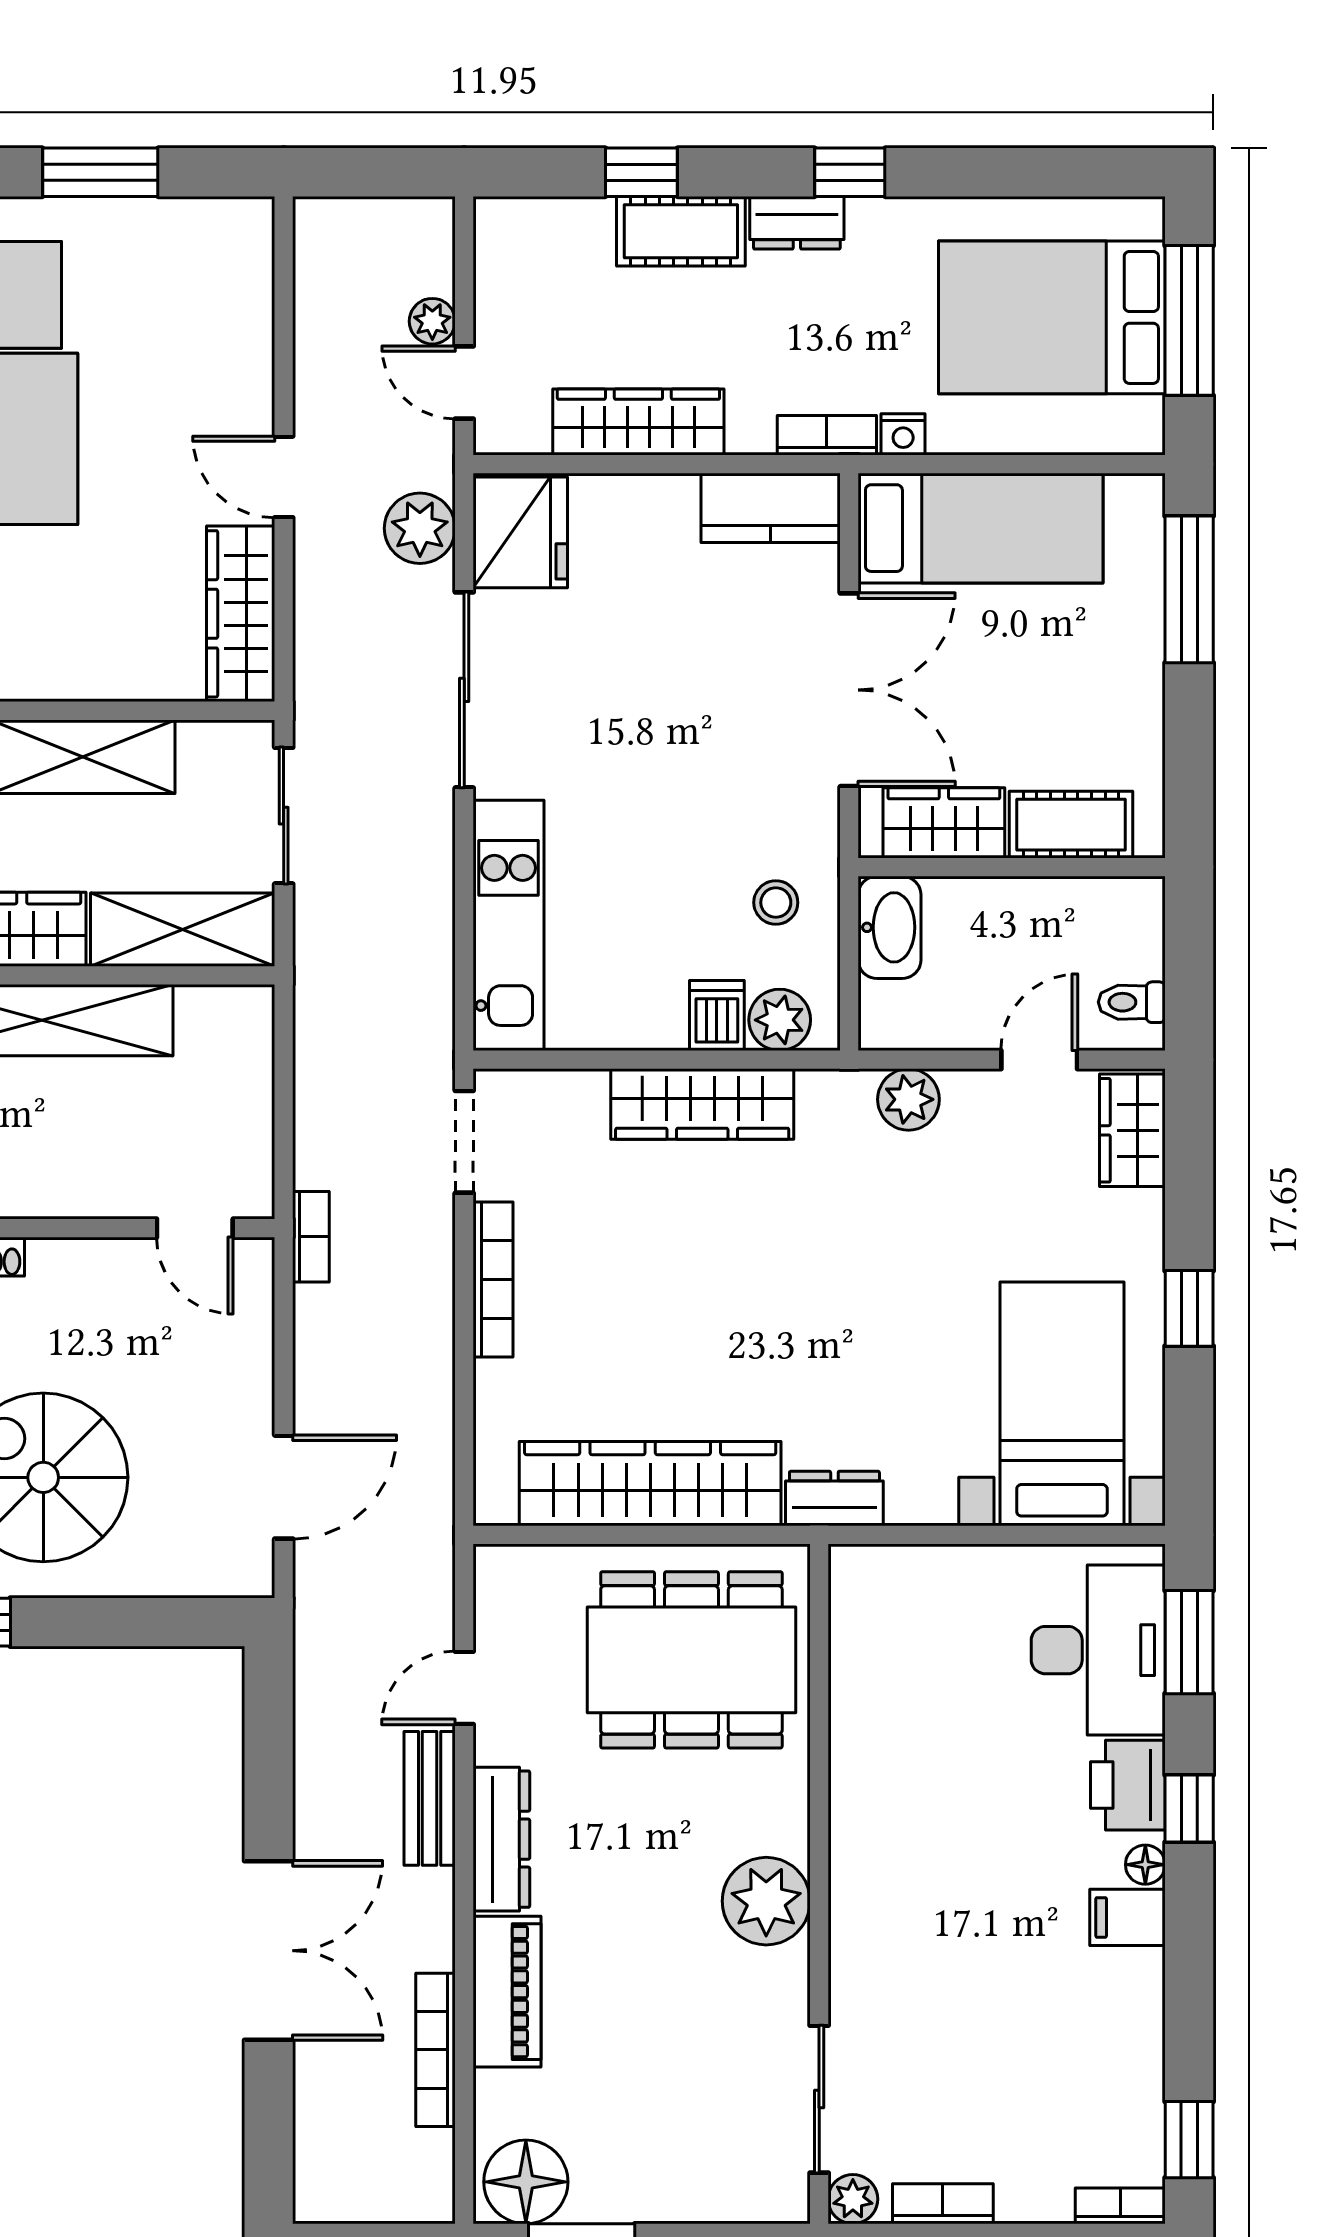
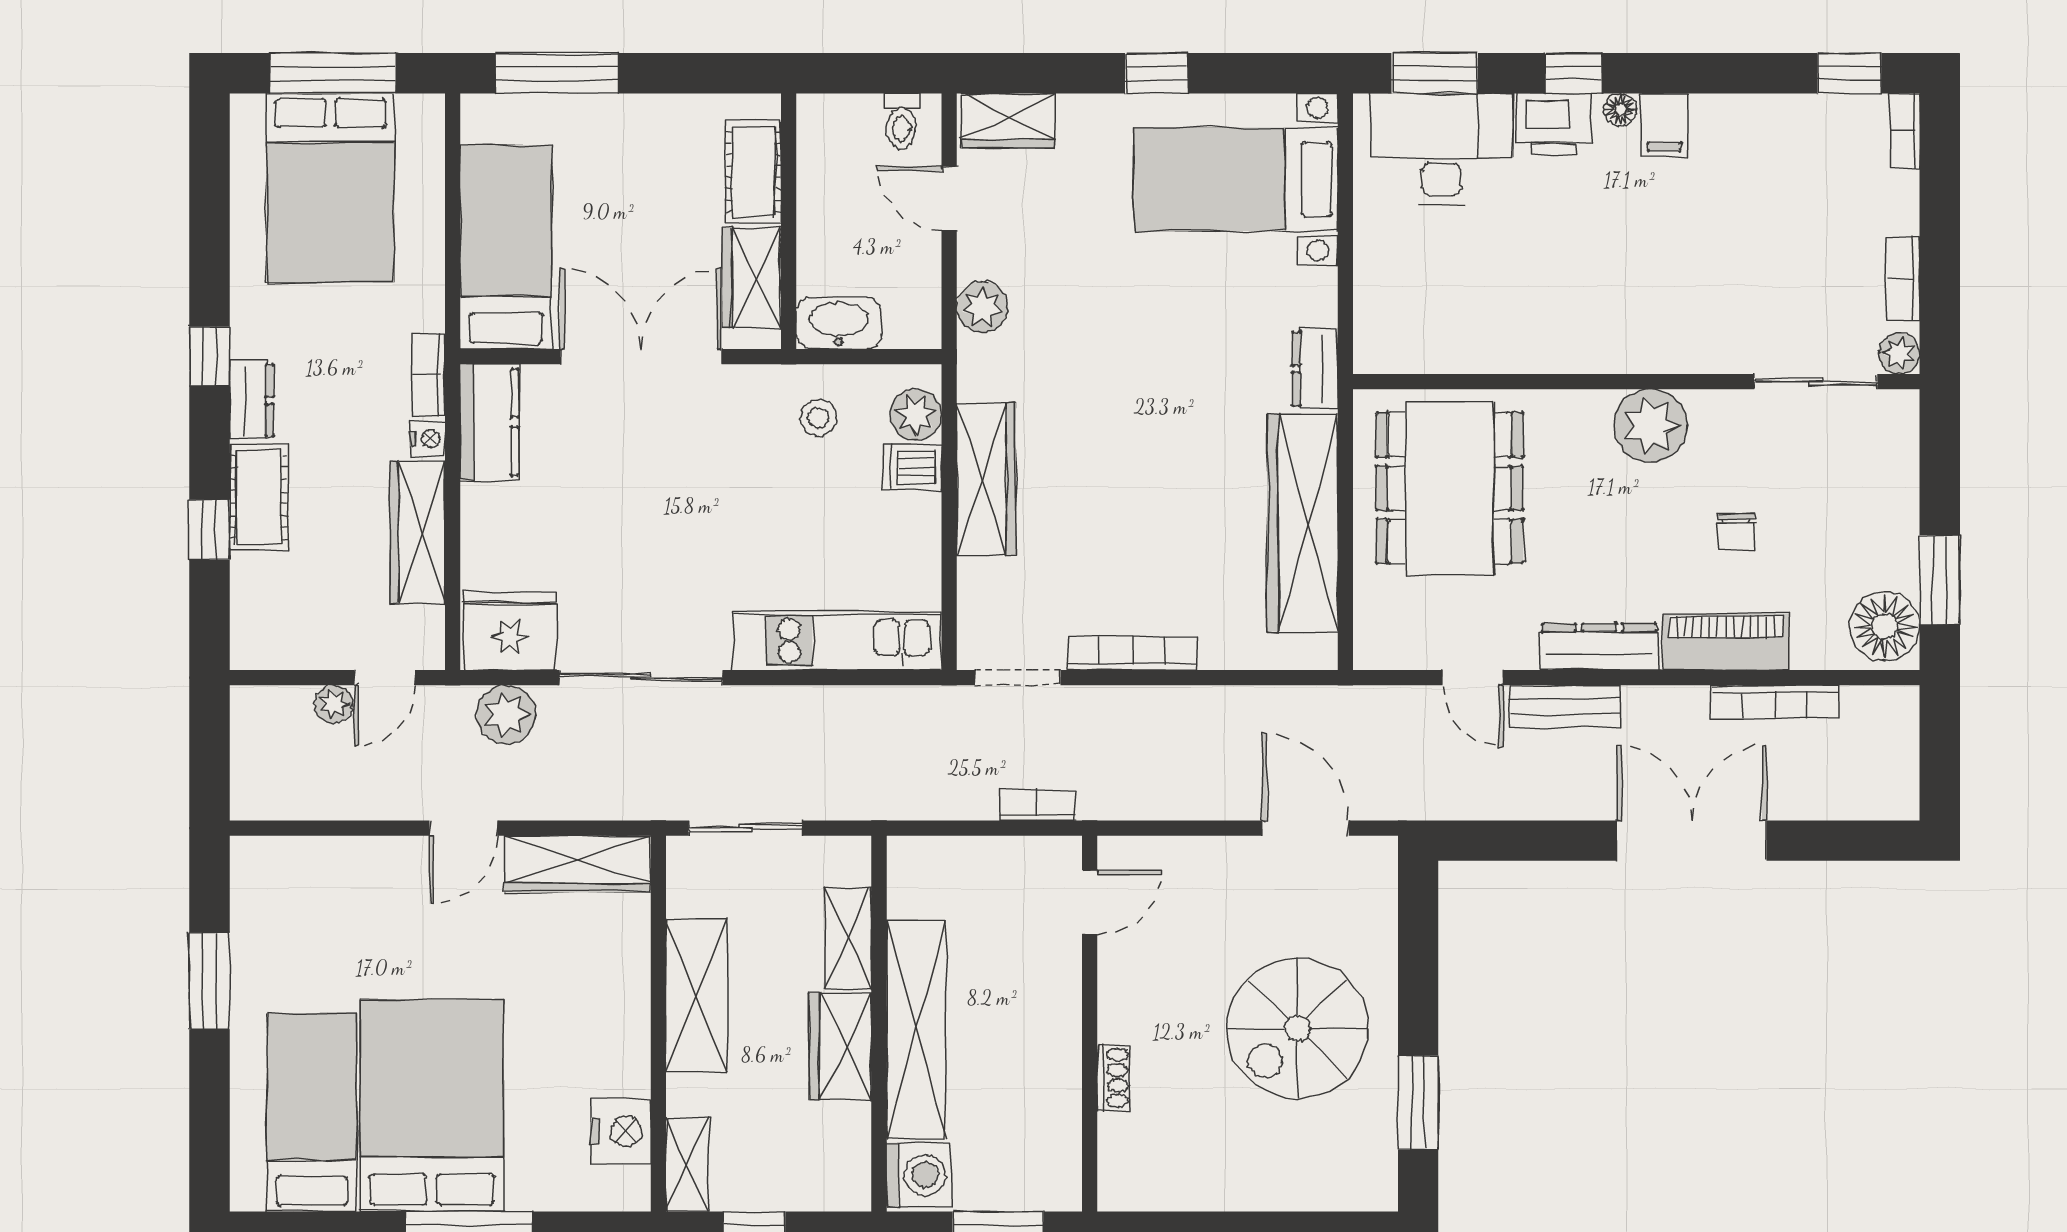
nightstand: (903, 434) -> (428, 439), moved
shelving: (183, 930) -> (848, 938), width x0.67, depth x0.75
bookcase: (311, 1237) -> (1037, 805), moved
chair: (639, 2004) -> (1736, 532), added

